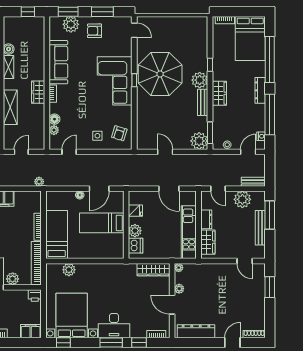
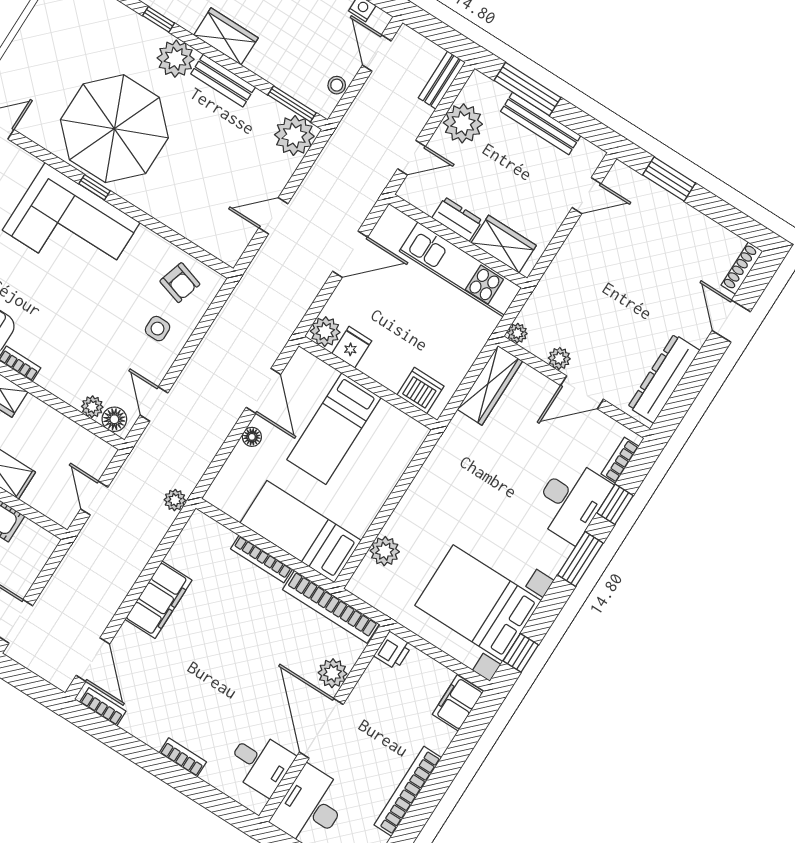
floor lamp: (54, 119) -> (114, 419), moved
plant: (135, 231) -> (325, 332), moved
desk: (114, 326) -> (571, 501), moved

